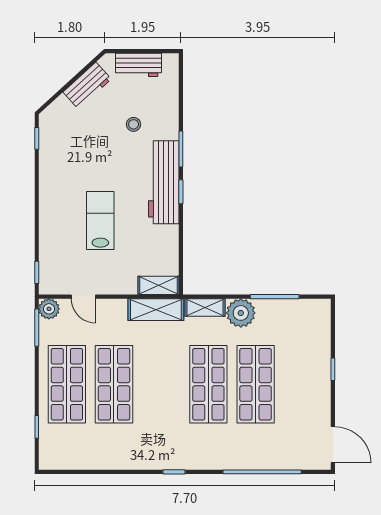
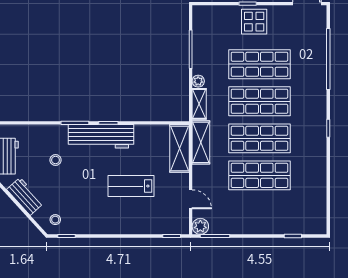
stool: (58, 124) -> (55, 220), added
shelving: (158, 285) -> (180, 148), width x1.50, depth x1.33
door: (83, 297) -> (191, 199), hinge flipped
plant: (241, 313) -> (198, 81), width x0.53, depth x0.53
display table: (310, 377) -> (254, 22), added
shop shelf: (67, 384) -> (259, 138), moved

